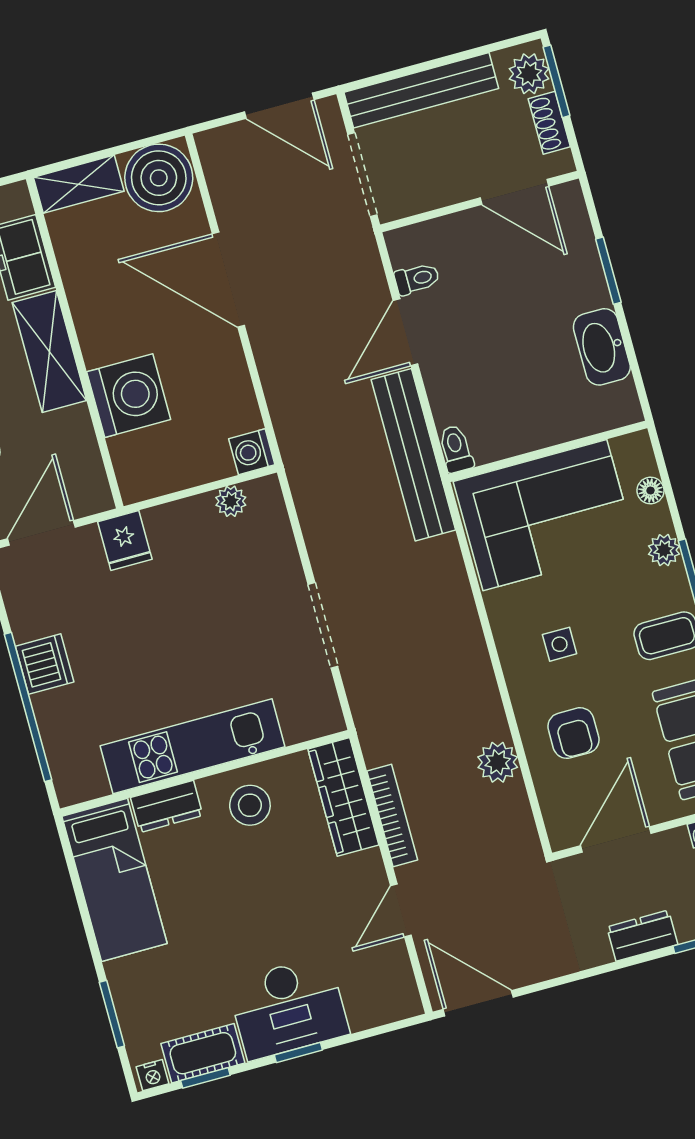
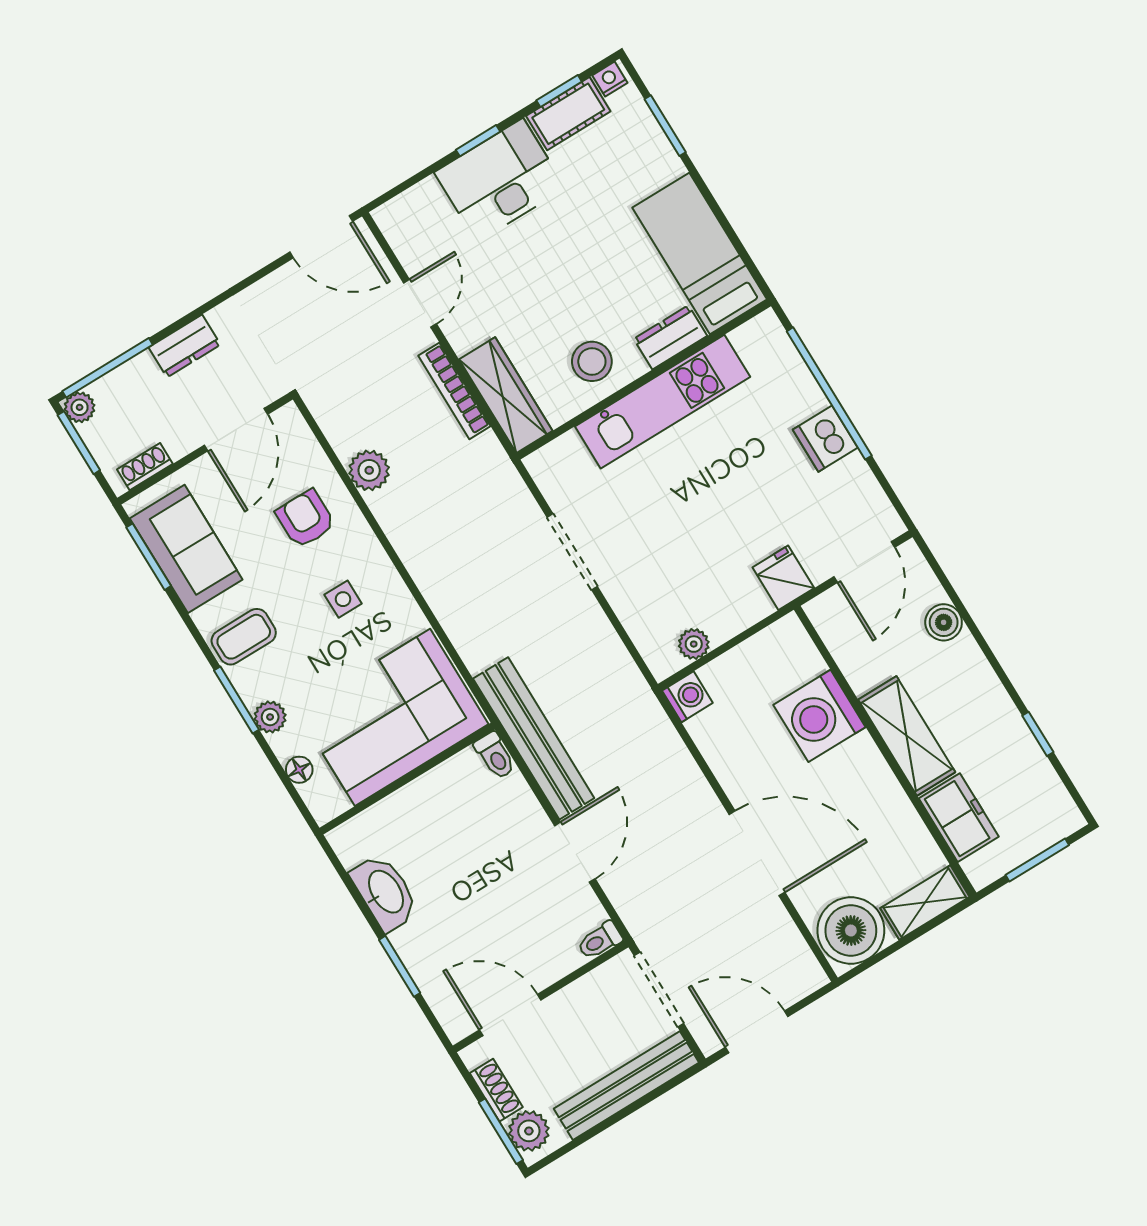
toilet: (417, 279) -> (600, 940), moved

